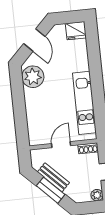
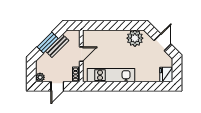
door: (34, 40) -> (162, 42), swing flipped
door: (61, 145) -> (81, 54), hinge flipped

